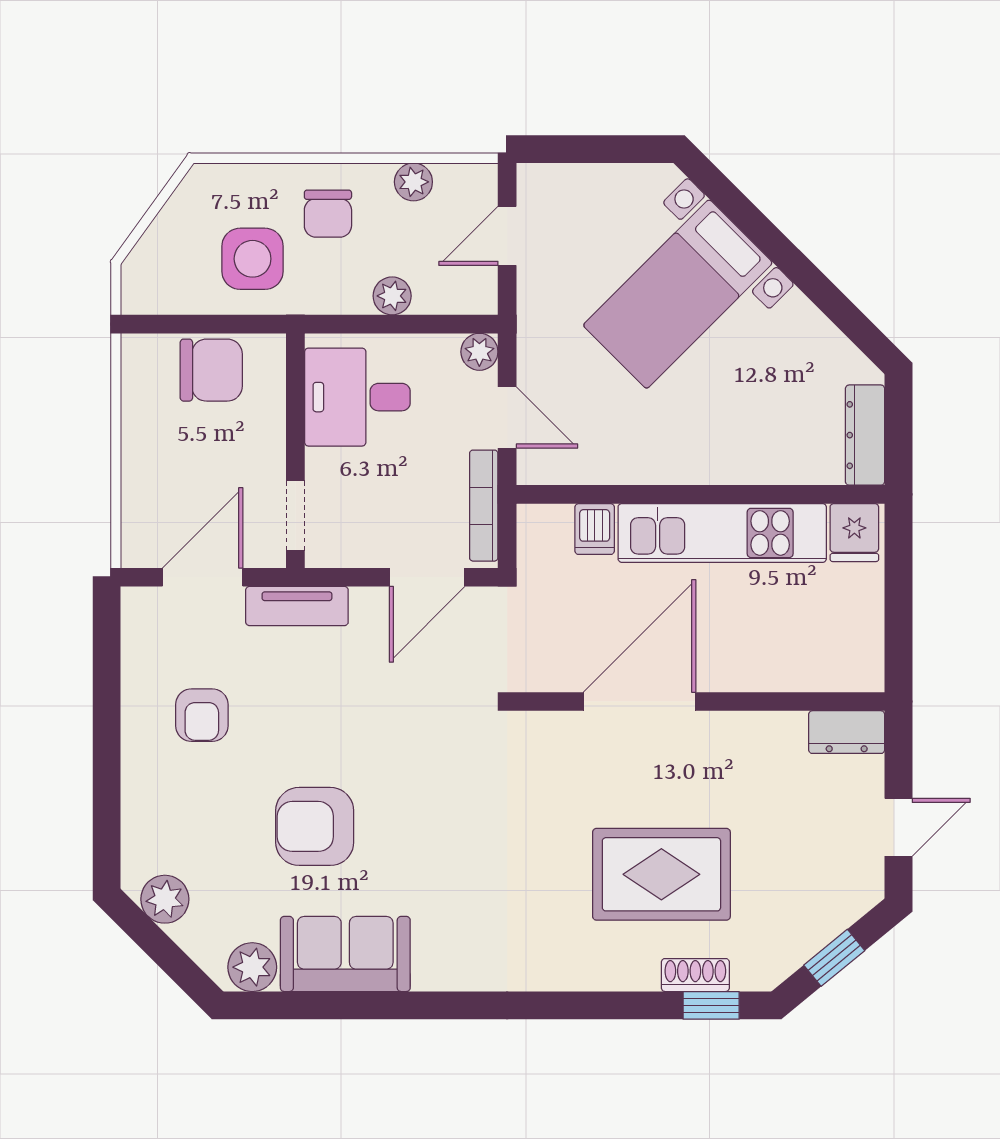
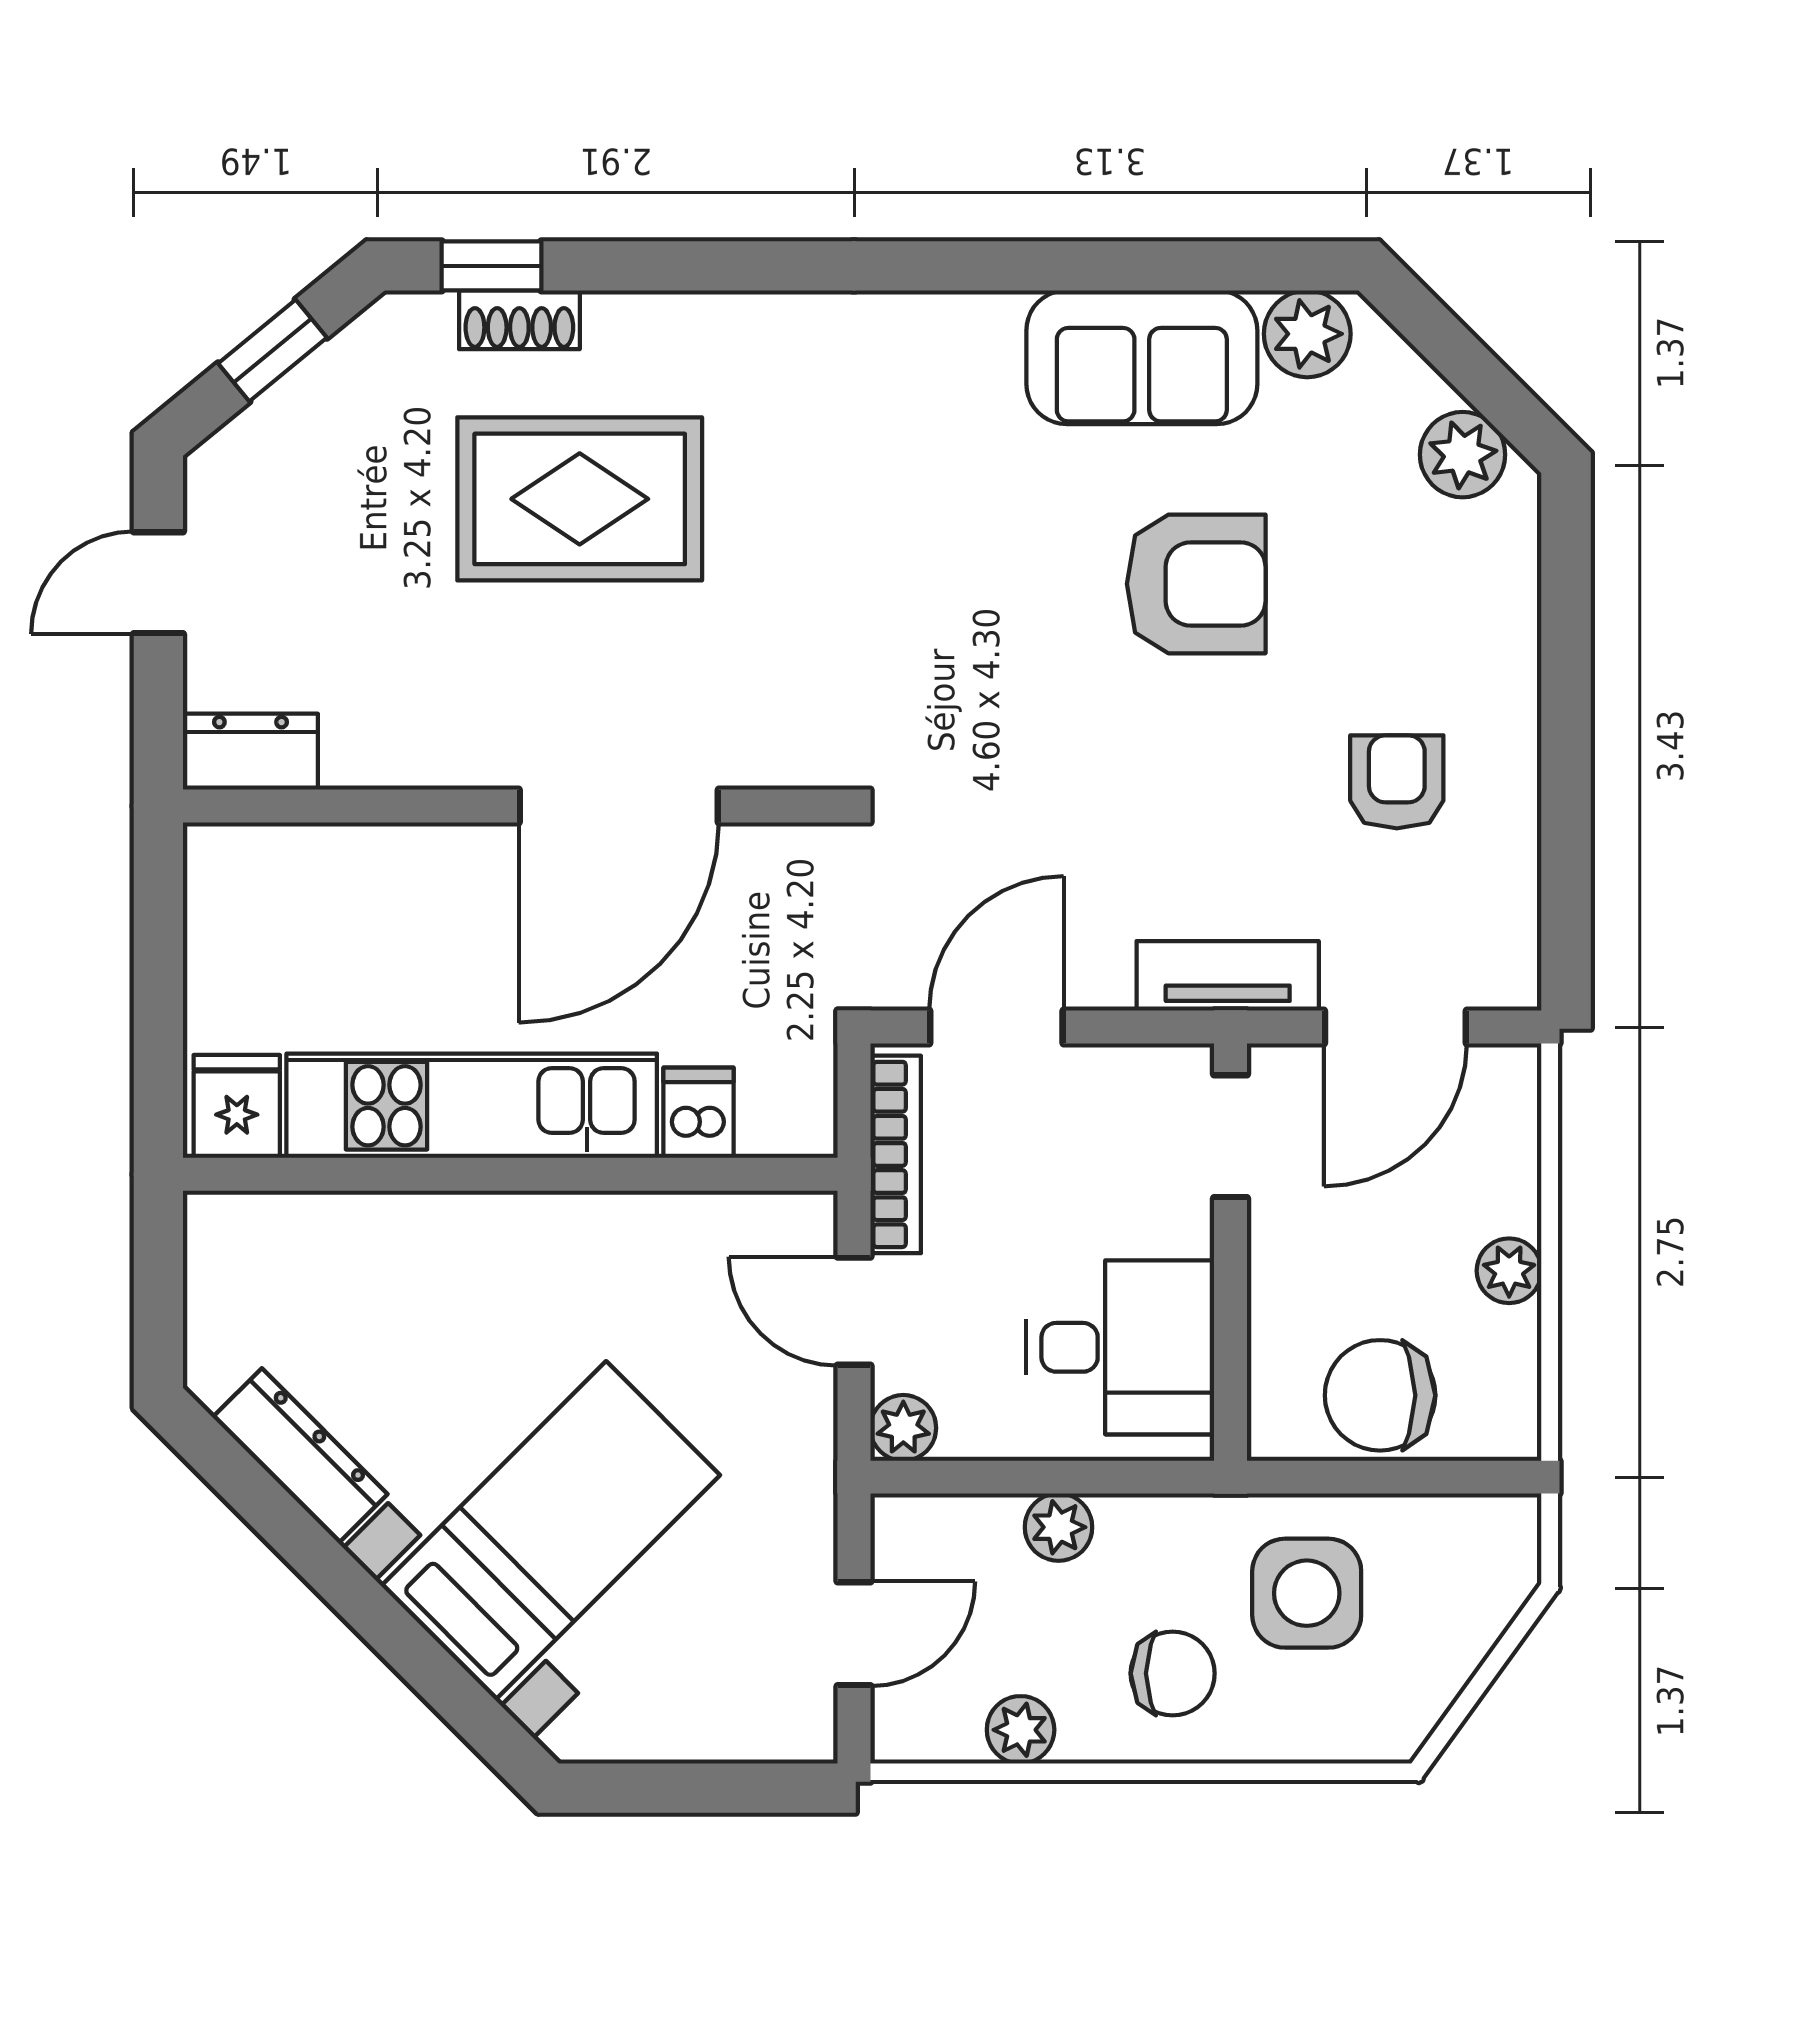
chair: (328, 214) -> (1173, 1673), turned 90
dresser: (865, 435) -> (300, 1456), moved, turned -45
plant: (139, 440) -> (1509, 1271), added

